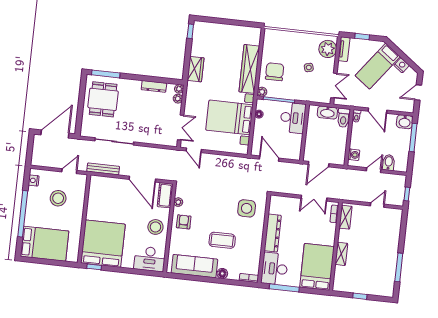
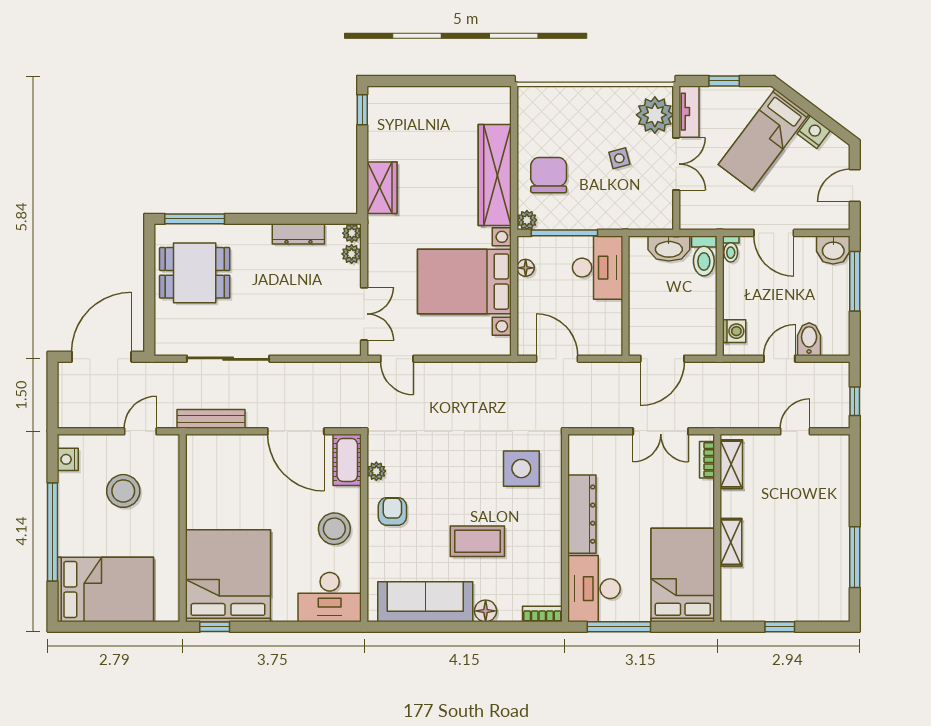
double door: (334, 86) -> (676, 164), moved
dining table: (103, 99) -> (195, 273), turned 90

